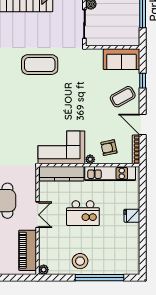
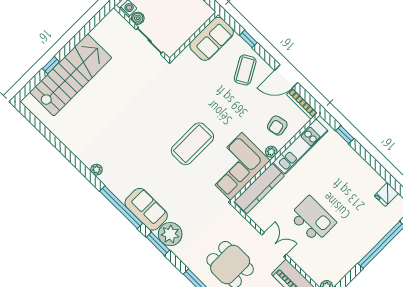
coffee table: (40, 65) -> (192, 144), moved
window: (143, 192) -> (345, 135), added
kitchen island: (83, 213) -> (313, 219), moved, turned -90
fridge: (132, 216) -> (386, 194), moved
stool: (80, 261) -> (350, 248), removed

